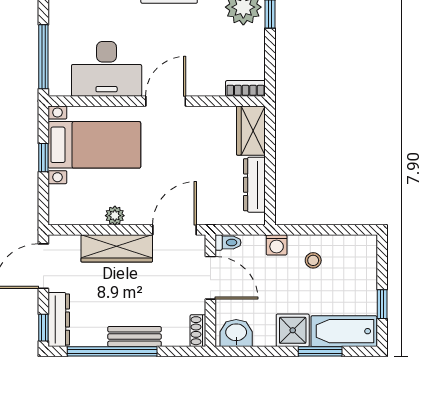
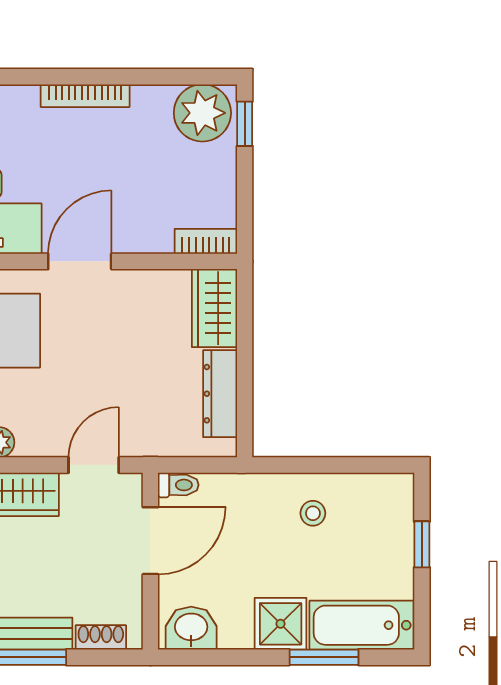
door: (174, 230) -> (94, 465), width x0.73
washing machine: (277, 245) -> (255, 489), removed
door: (210, 278) -> (150, 541), hinge flipped
window: (382, 304) -> (422, 544), moved
shoe rack: (198, 331) -> (101, 637), moved, turned 90

